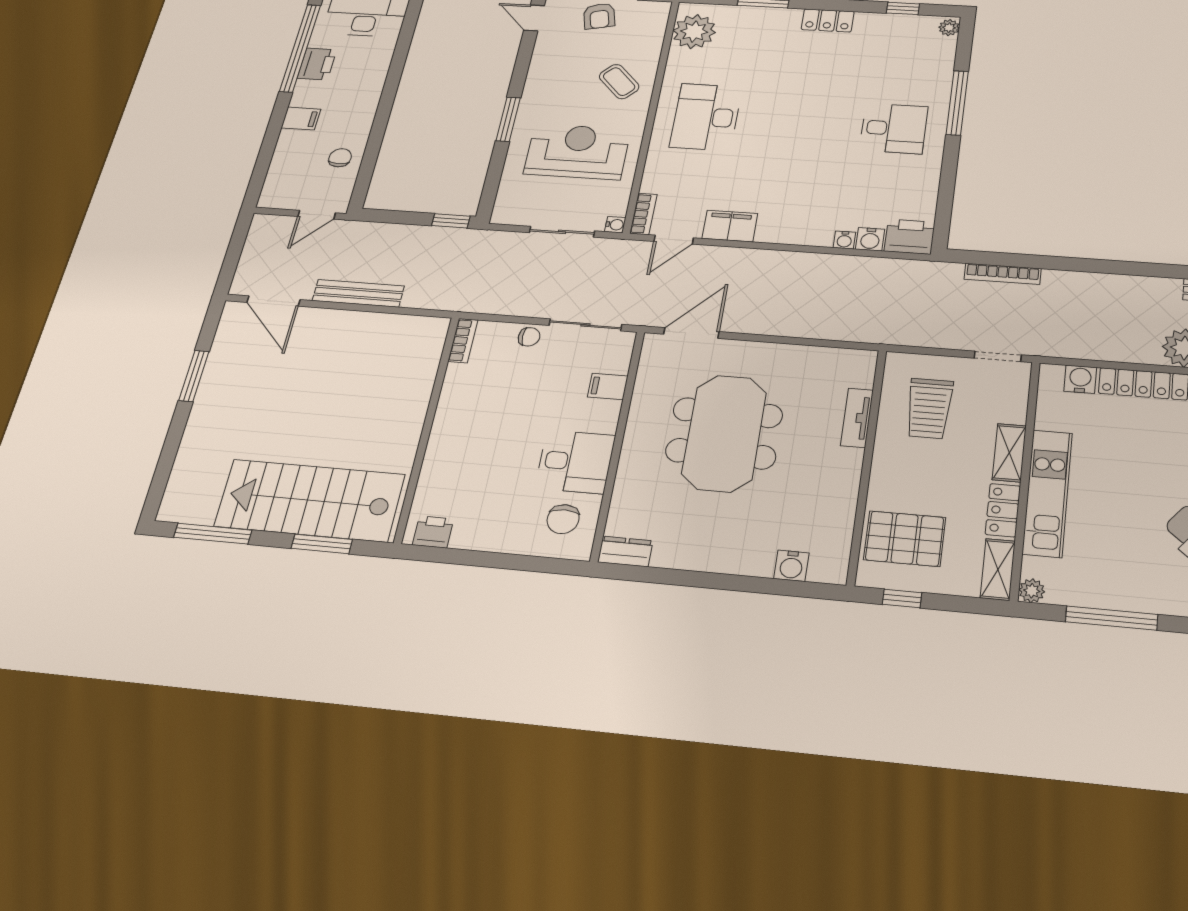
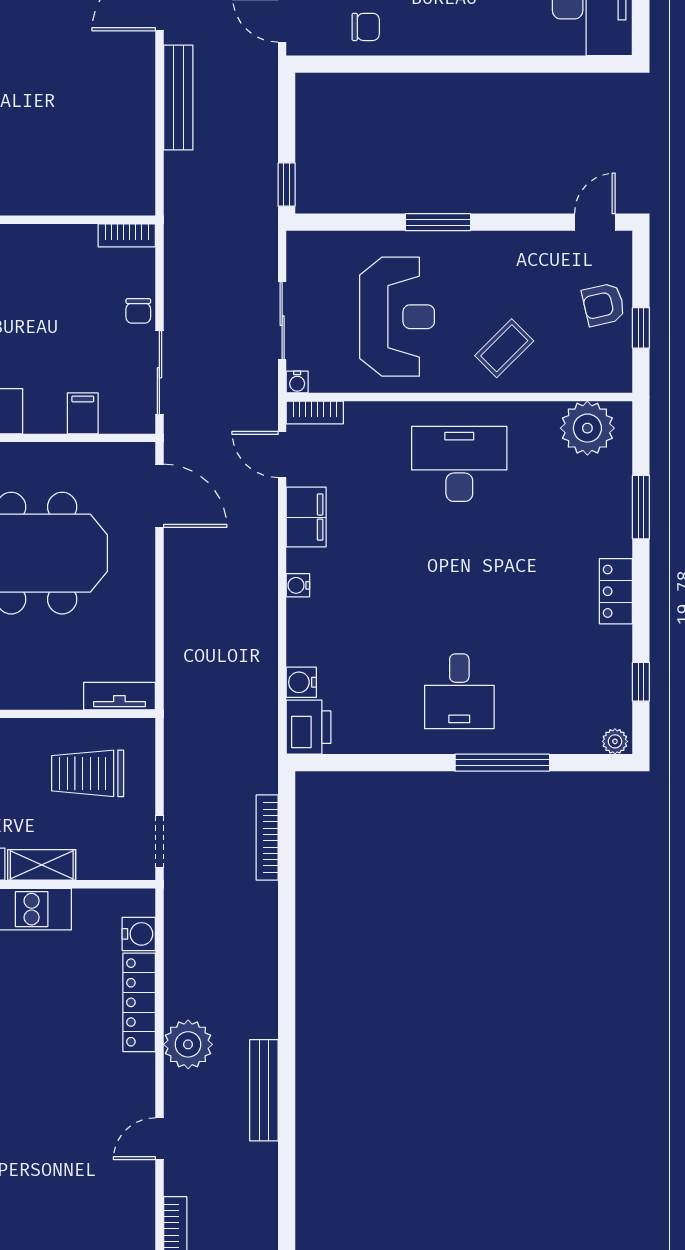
water cooler: (844, 240) -> (298, 585), moved
tv unit: (857, 418) -> (119, 696), moved

